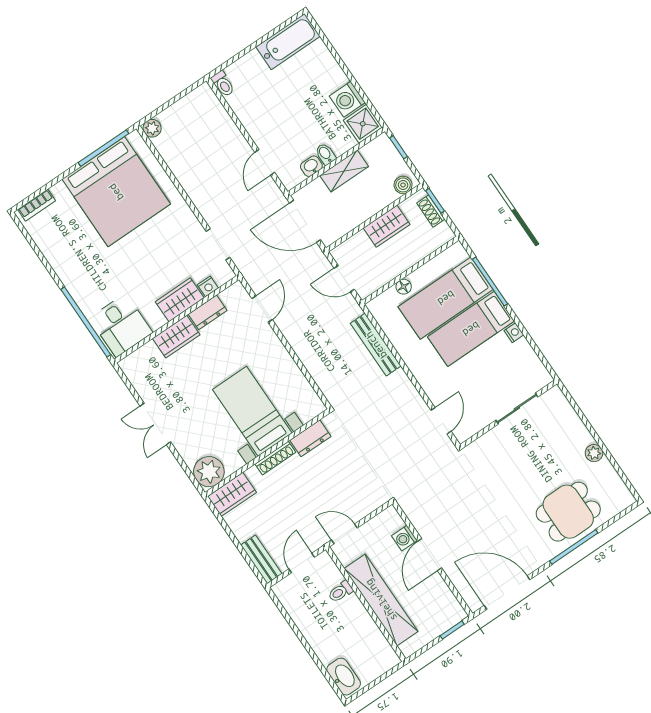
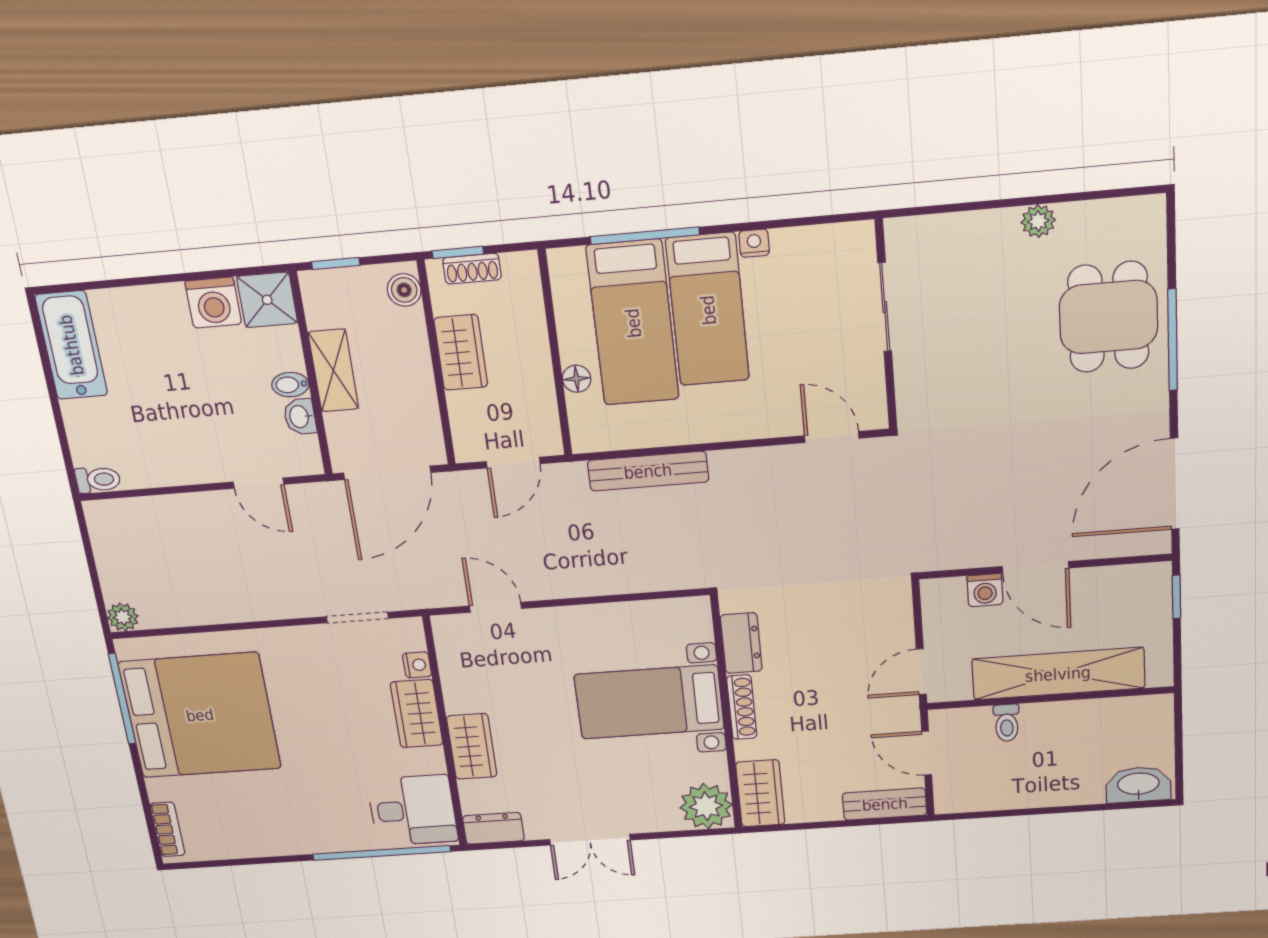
dresser: (208, 312) -> (493, 828), moved, turned -90

